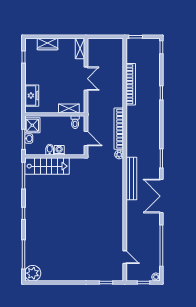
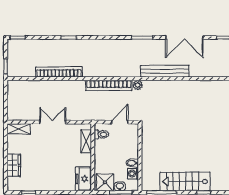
freezer: (32, 96) -> (83, 179), moved, turned -90
washing machine: (59, 150) -> (133, 174), moved
stairs: (47, 166) -> (185, 181), moved, turned -90

